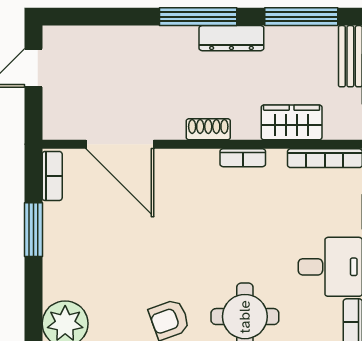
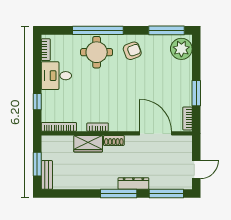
window: (301, 17) -> (166, 194), moved
dresser: (231, 38) -> (133, 183), moved
wardrobe: (292, 122) -> (88, 144), moved

